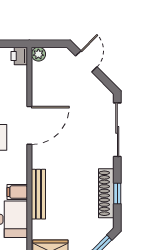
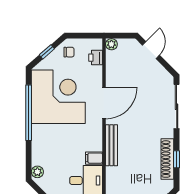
printer: (19, 56) -> (96, 58), moved
bench: (38, 194) -> (111, 145), moved

